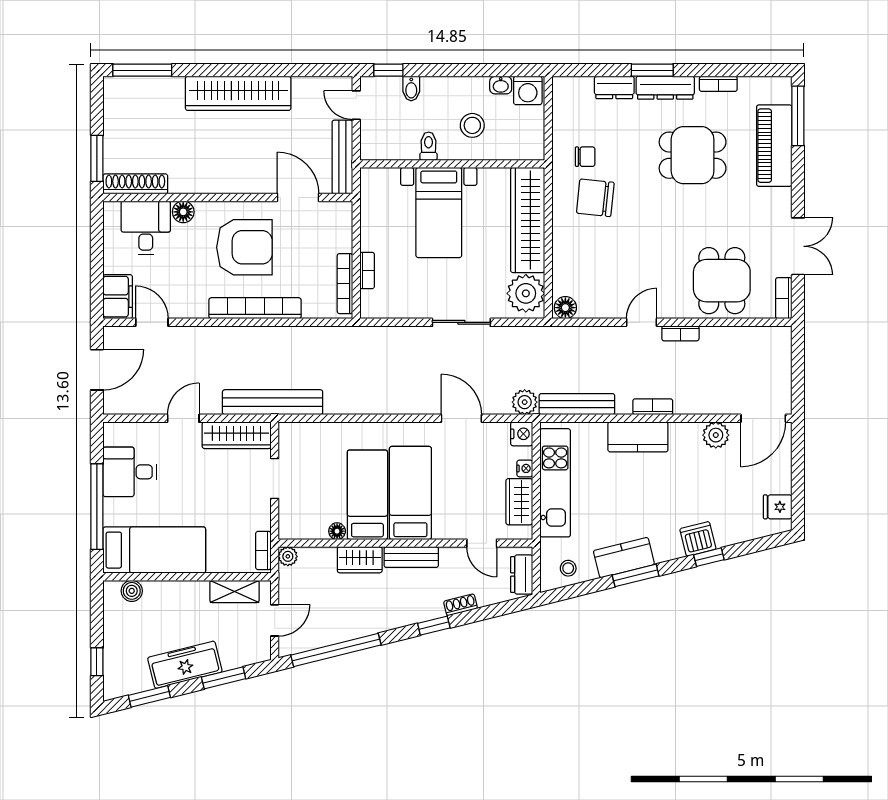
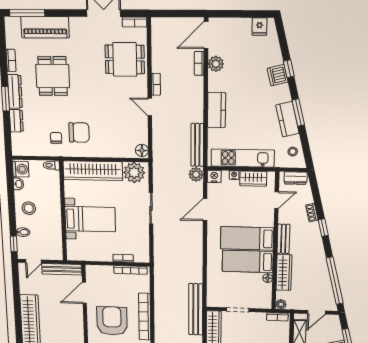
stool: (472, 125) -> (29, 208), moved
toilet: (429, 146) -> (51, 165), moved
chair: (595, 198) -> (79, 132), turned -96
bookcase: (653, 407) -> (199, 63), moved
door: (763, 418) -> (206, 35), swing flipped
wardrobe: (360, 560) -> (284, 273), width x1.50
door: (275, 620) -> (317, 312), swing flipped

